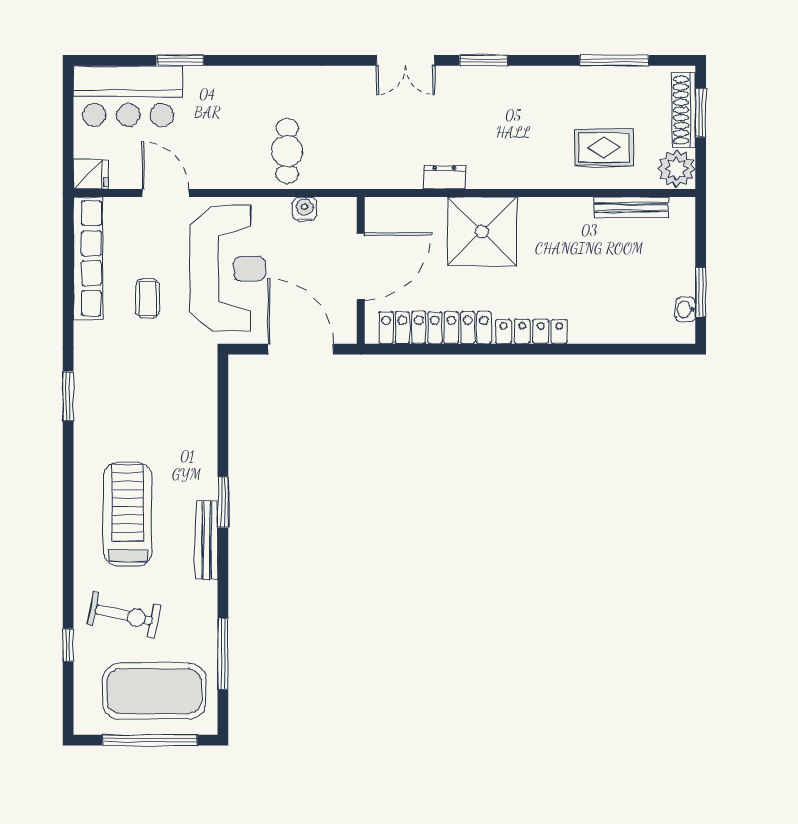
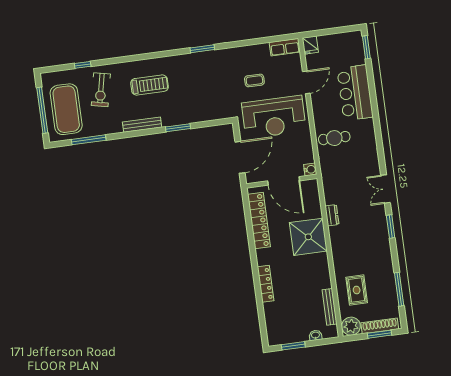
window: (180, 60) -> (366, 47), moved
bar counter: (128, 96) -> (355, 93), moved
water cooler: (305, 209) -> (310, 169), moved
row of seats: (88, 258) -> (285, 47), width x0.50
washbasin: (685, 309) -> (316, 335), moved
locker: (531, 332) -> (266, 284), moved
window: (223, 502) -> (178, 128), moved
treadmill: (128, 514) -> (149, 85), width x0.73, depth x0.73

